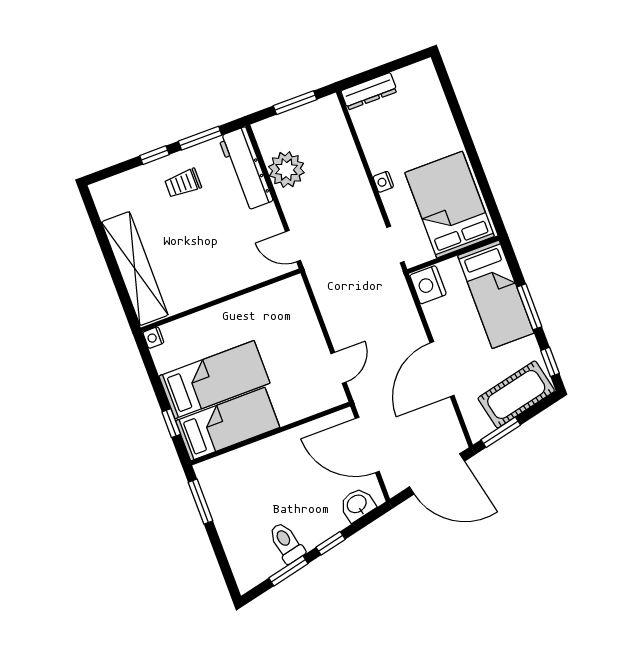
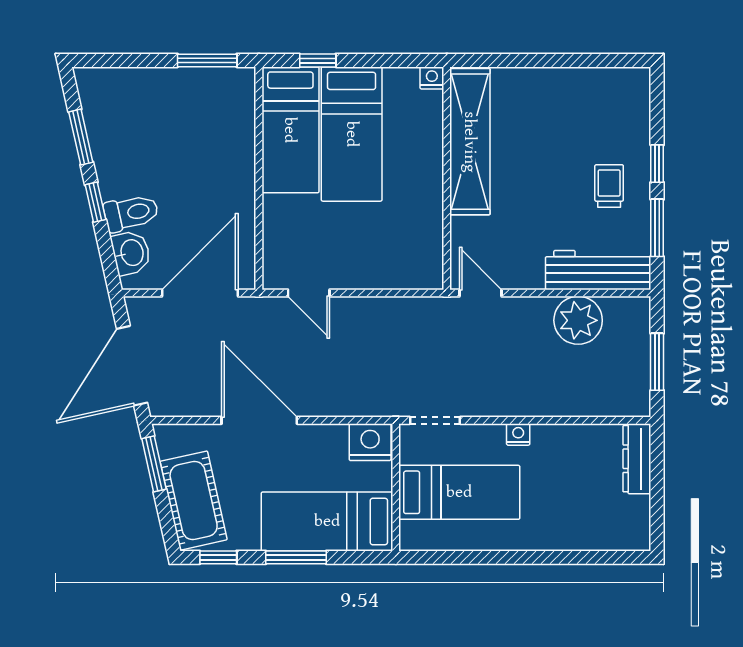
bed: (450, 205) -> (459, 492), width x0.67
door: (293, 246) -> (481, 293), hinge flipped
shelving: (135, 269) -> (470, 142), moved, turned 90
toilet: (286, 543) -> (131, 213), moved

